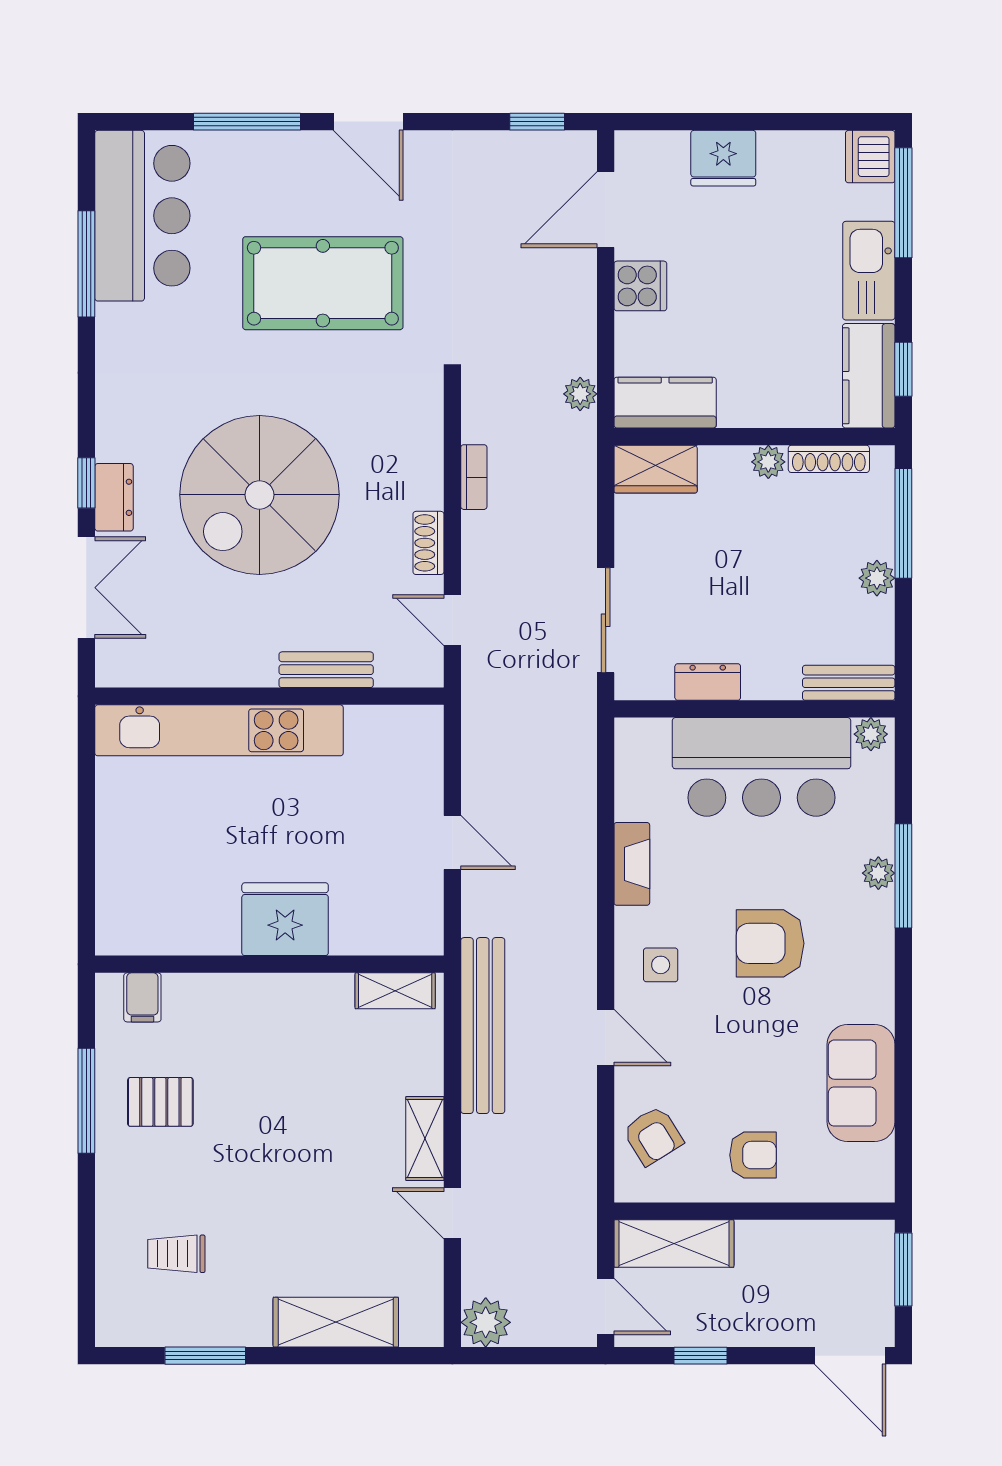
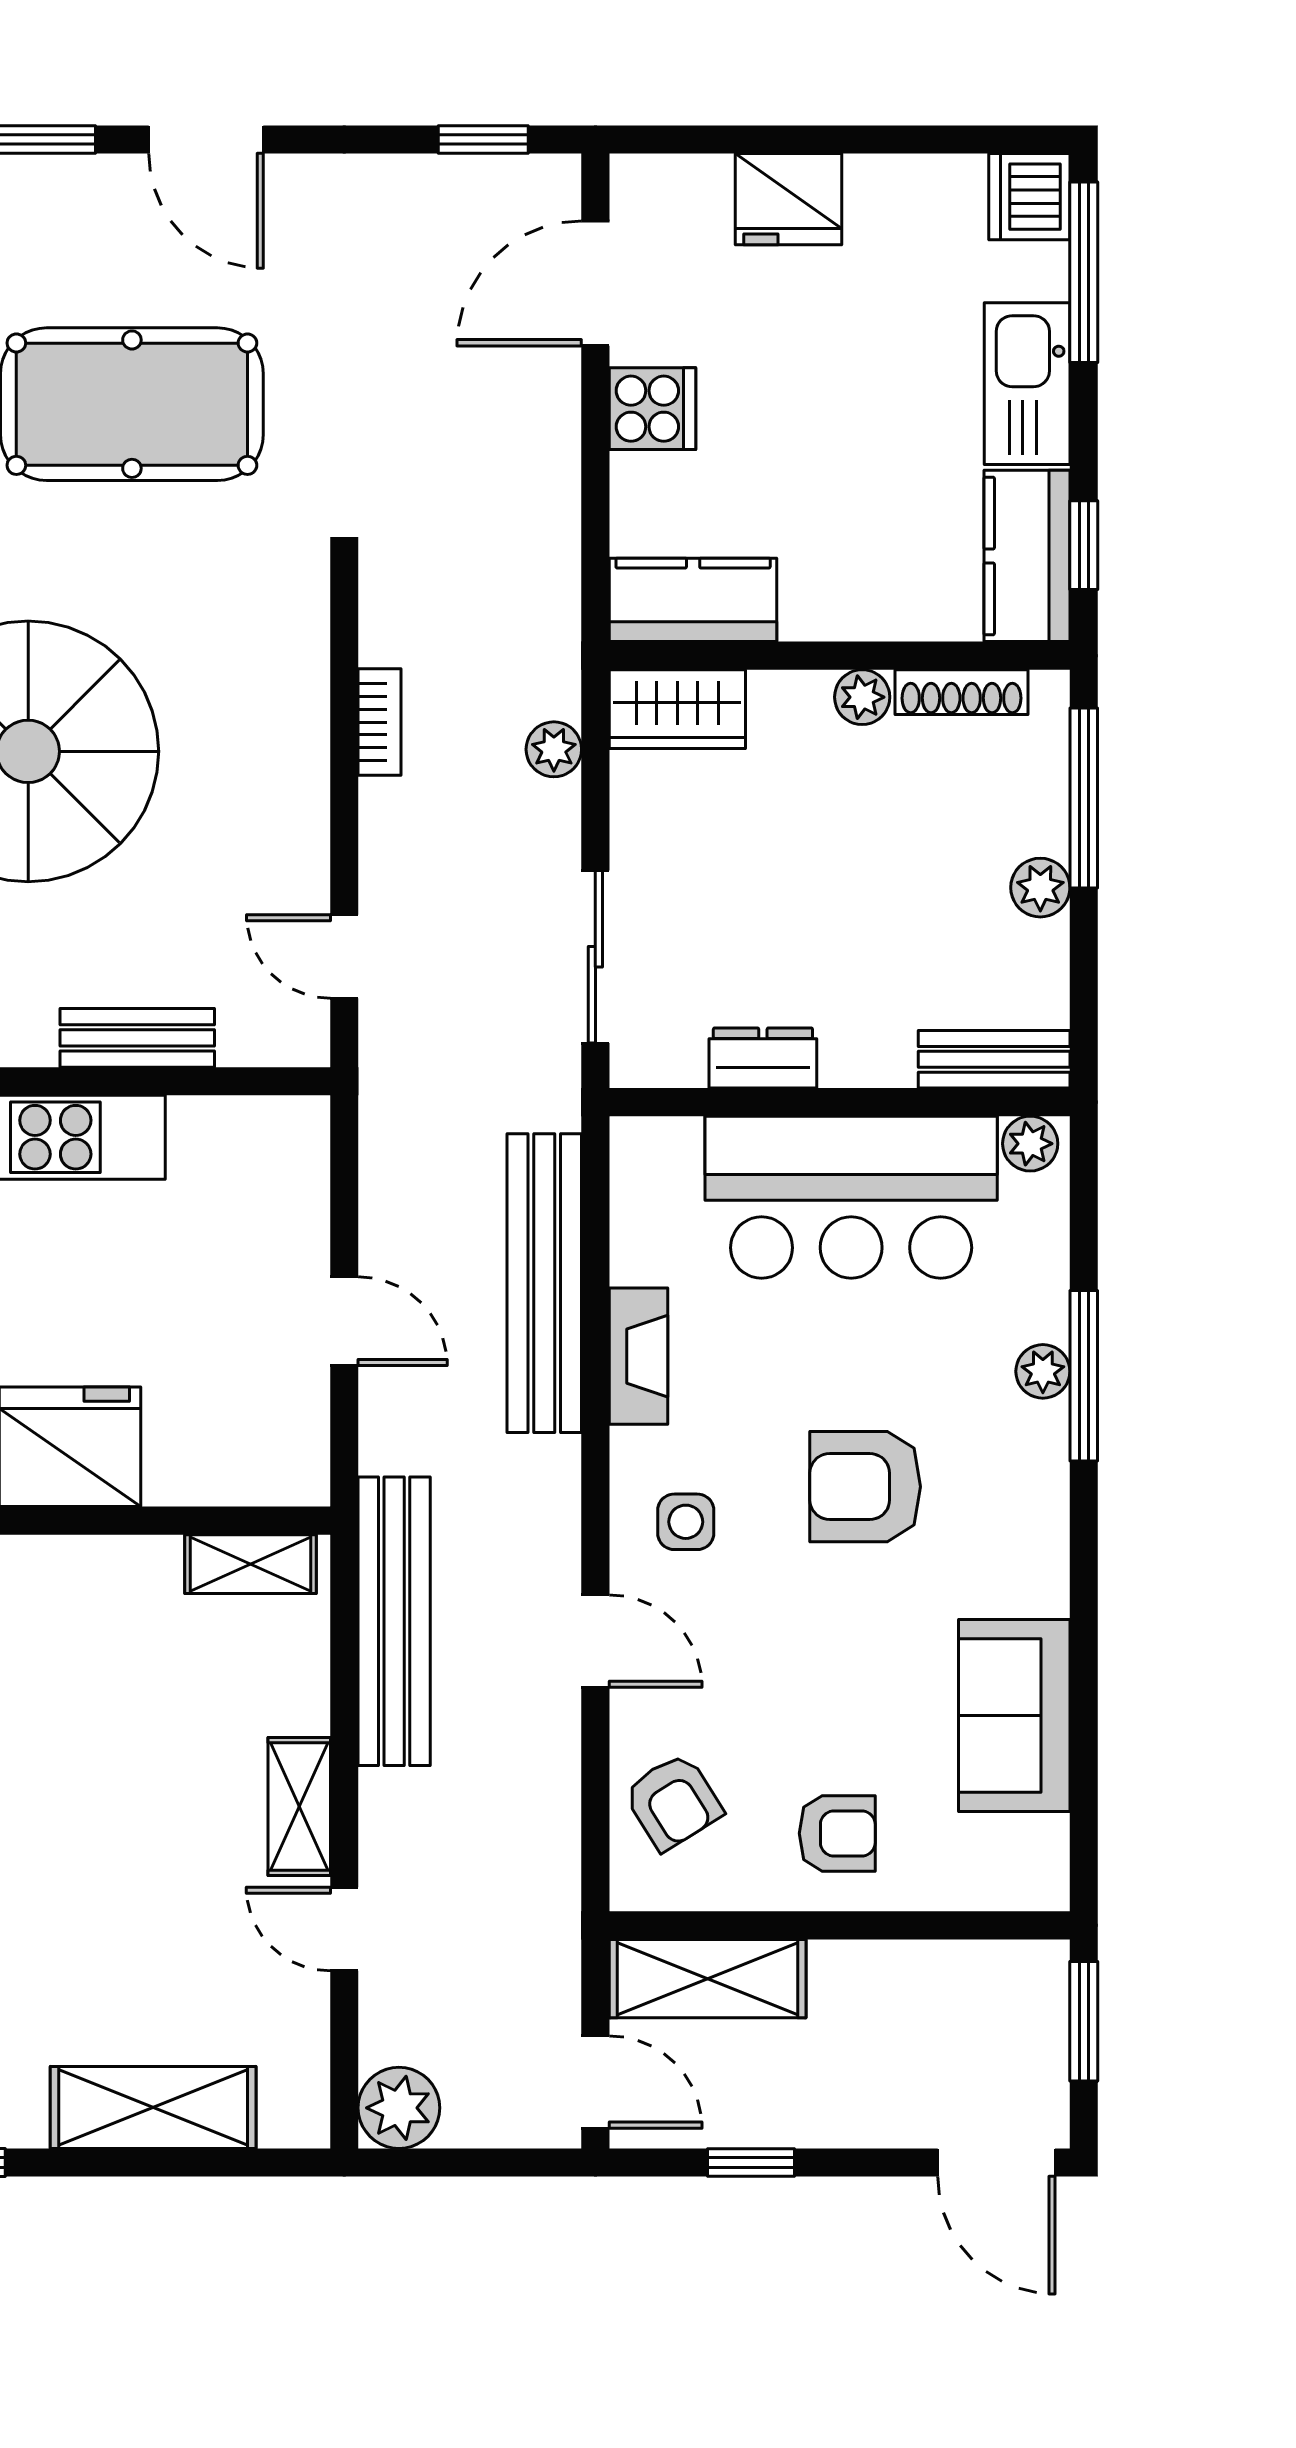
plant: (580, 394) -> (554, 749), moved
shoe rack: (428, 543) -> (305, 830), removed
bench: (574, 819) -> (544, 1283), added

